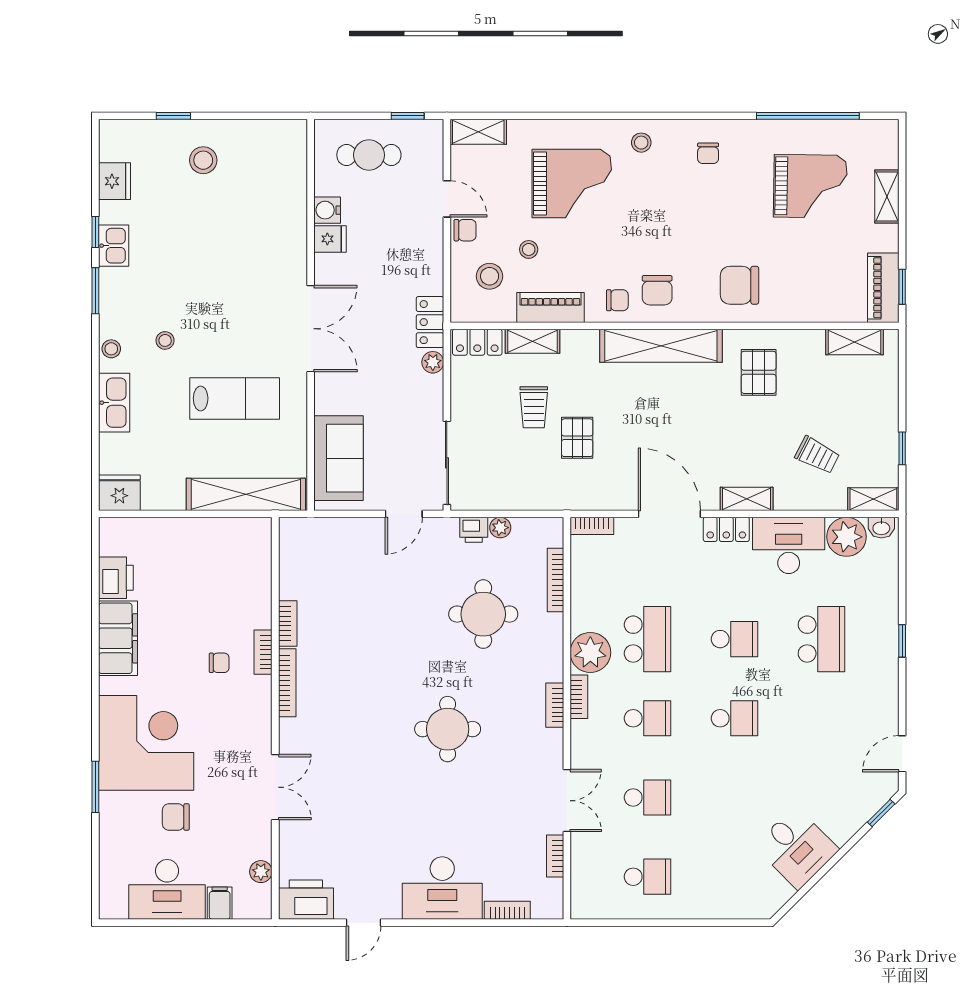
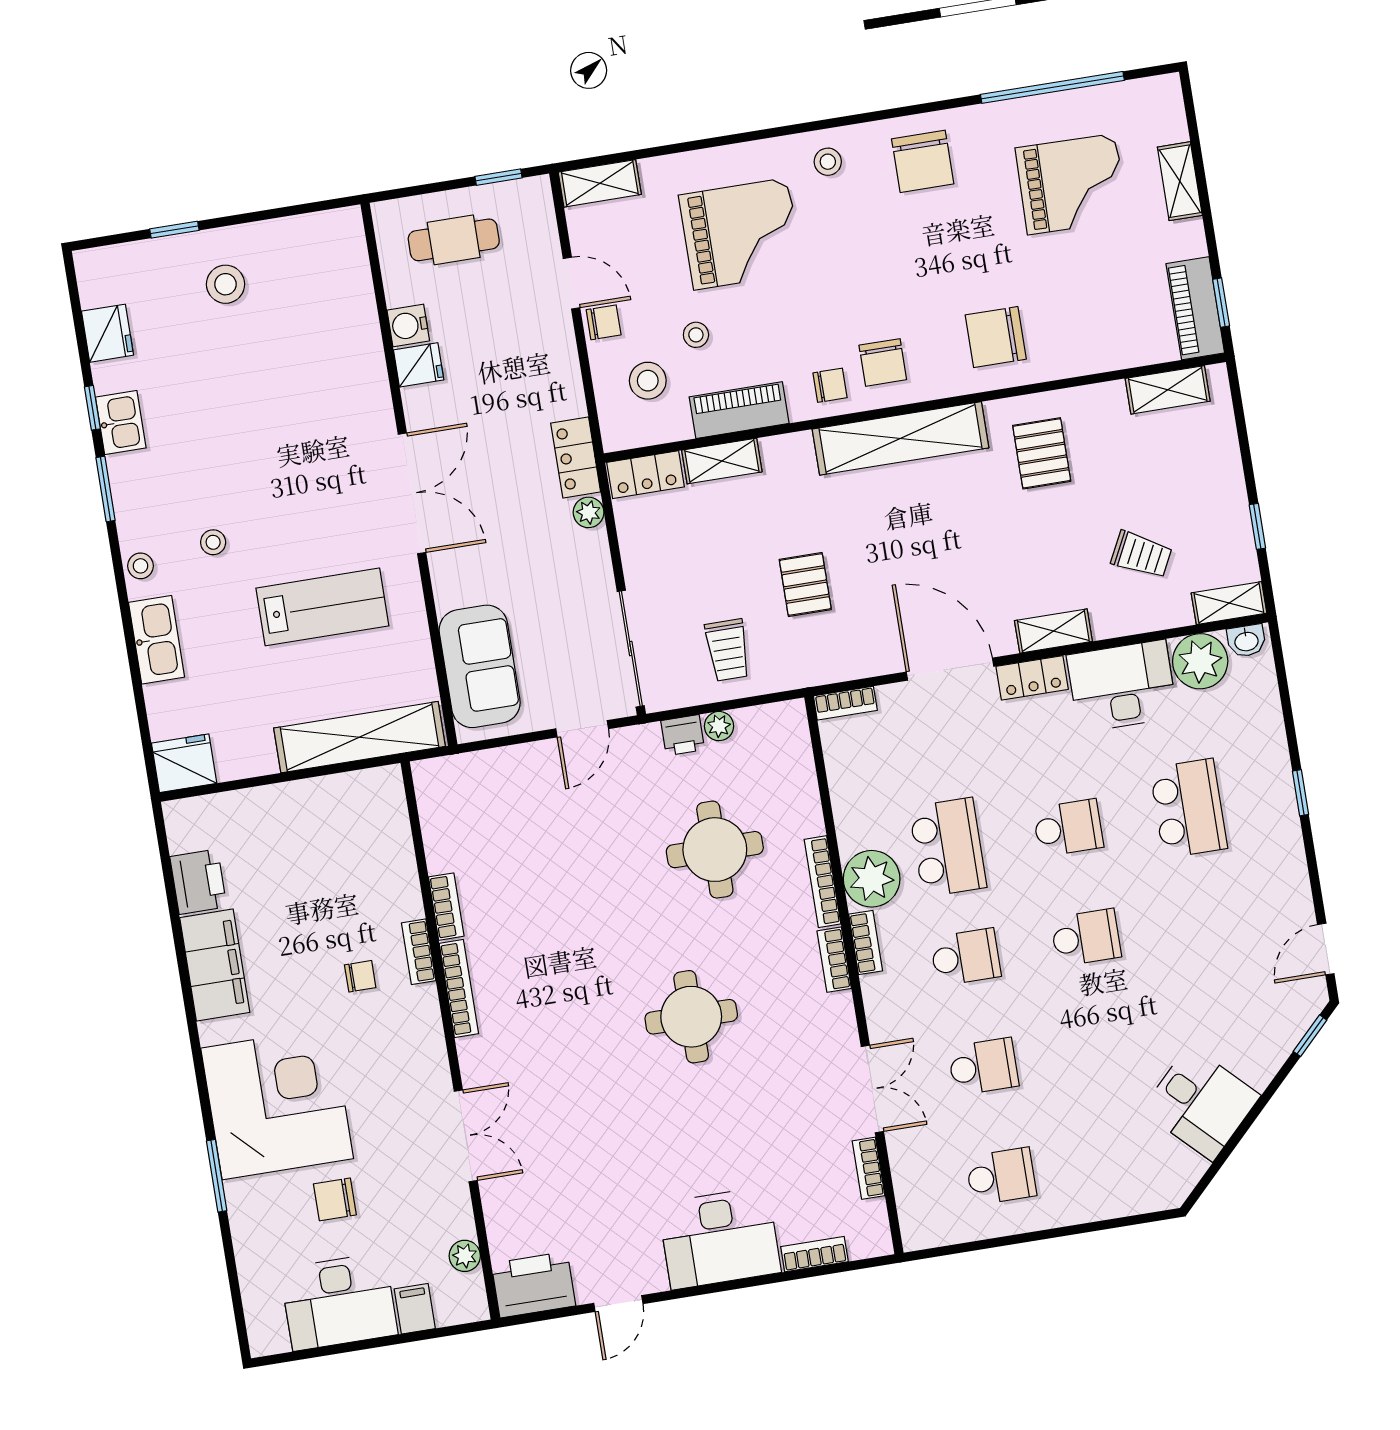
chair: (708, 153) -> (923, 161), width x1.87, depth x1.87
trolley: (534, 407) -> (728, 650), moved
bookcase: (555, 580) -> (823, 882), moved

